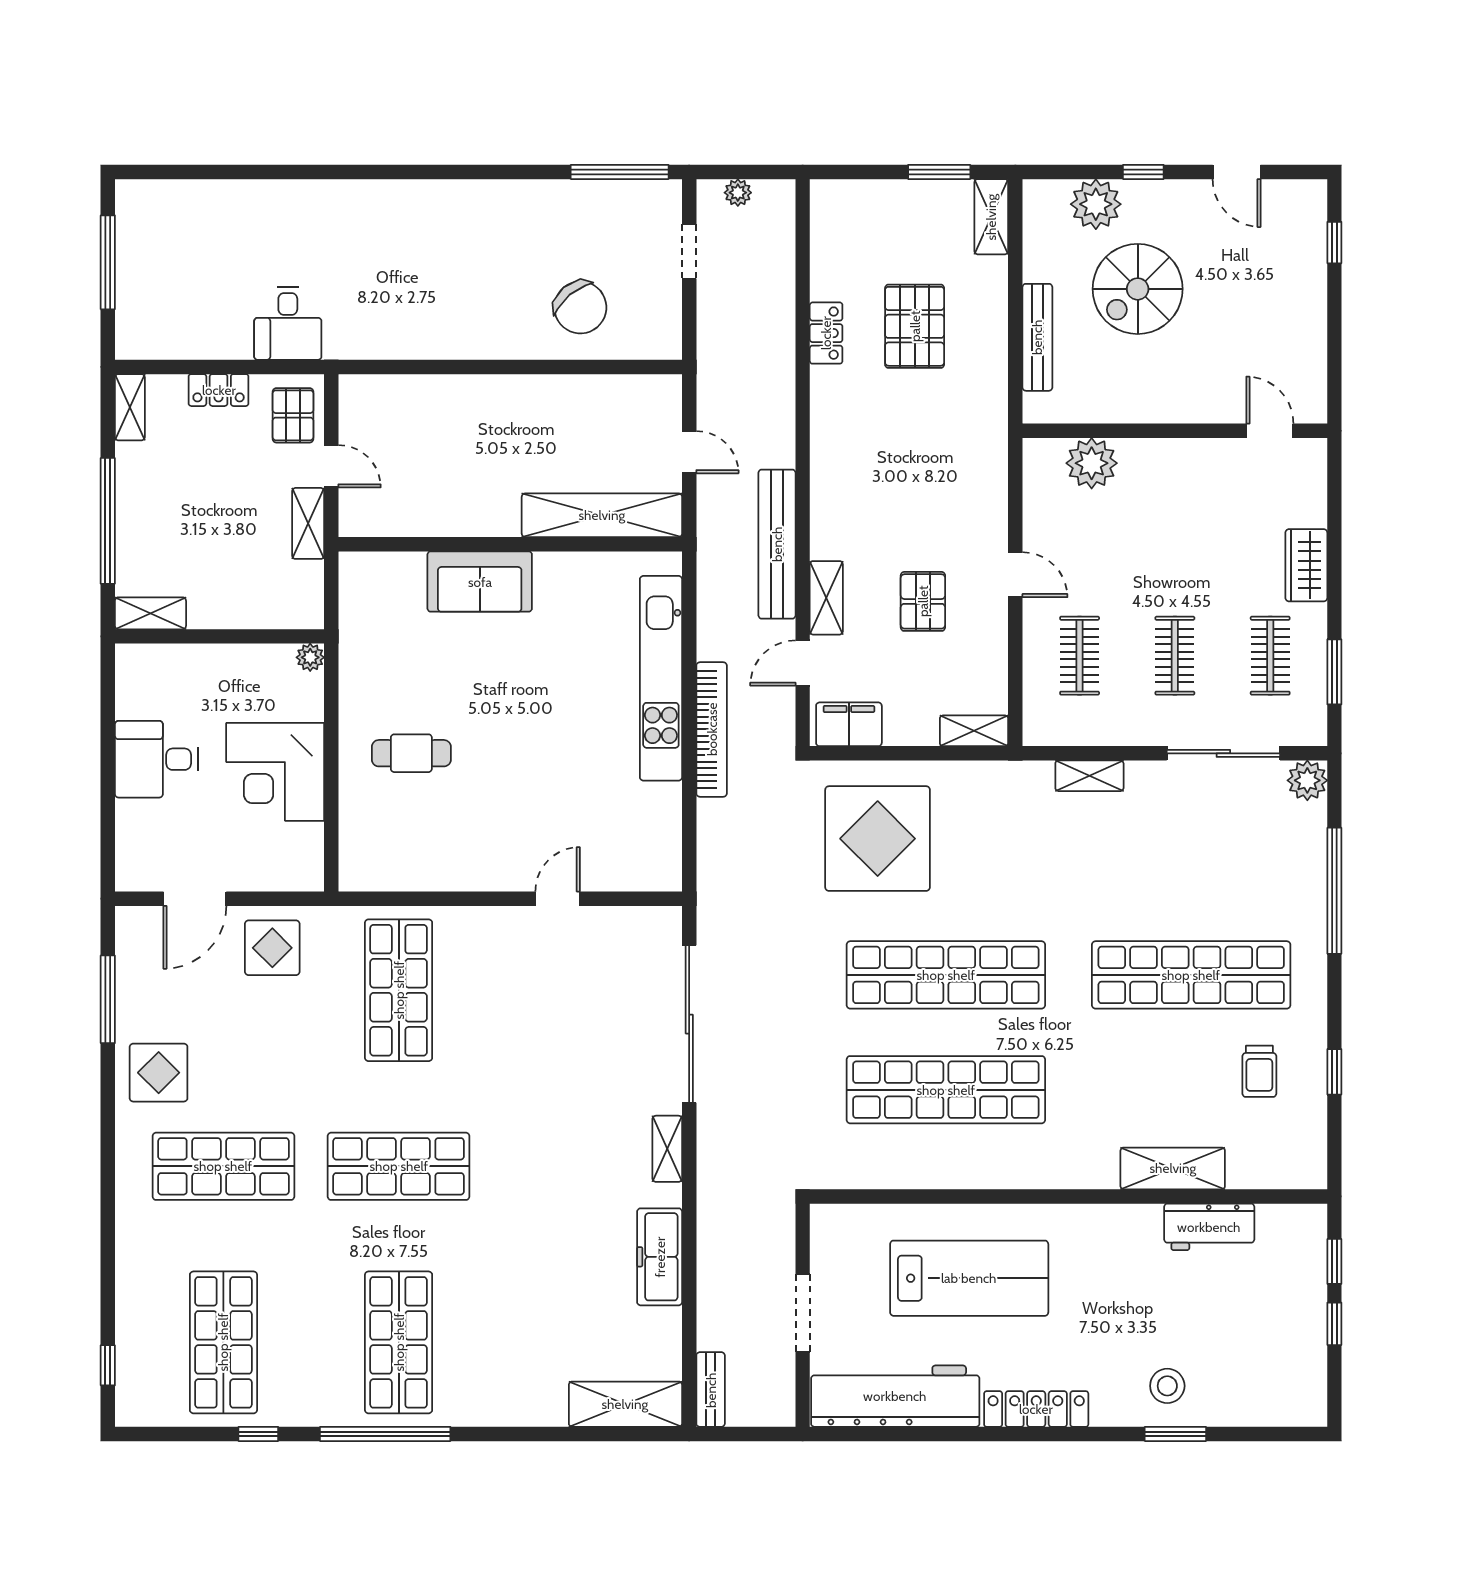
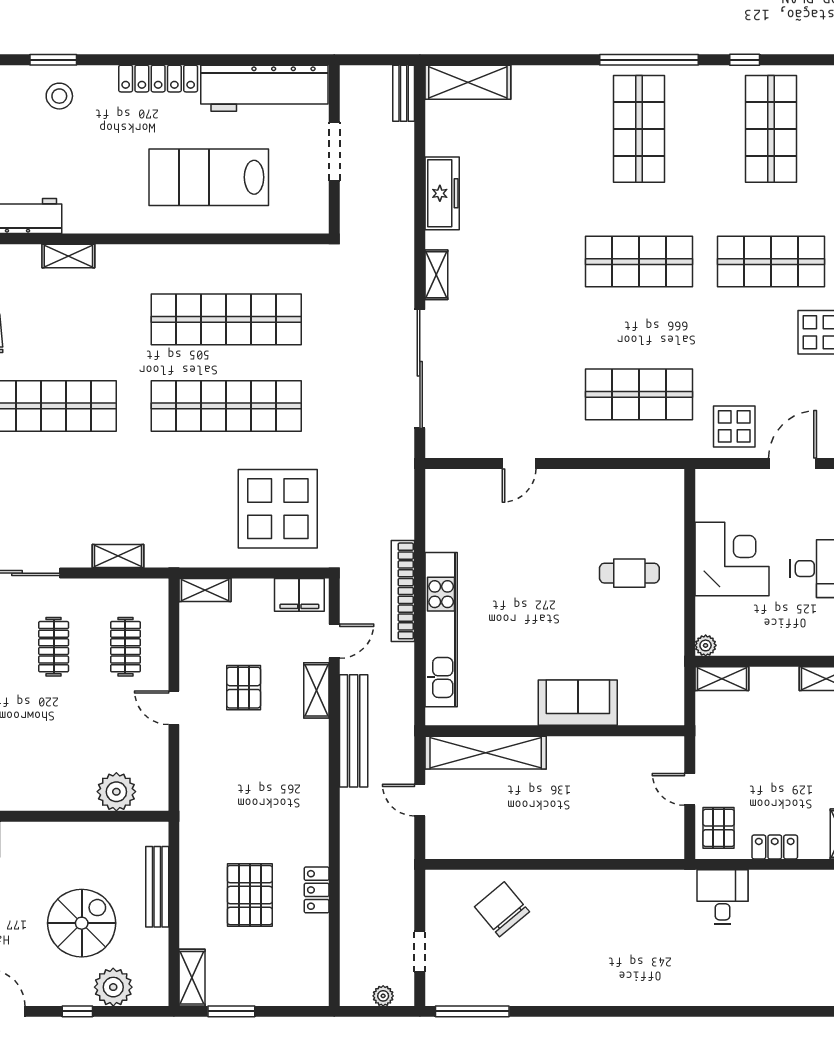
shelving: (308, 523) -> (722, 679), moved, turned 90
shop shelf: (399, 990) -> (639, 394), turned 90
shelving: (1173, 1168) -> (68, 256), width x0.67, depth x0.75

